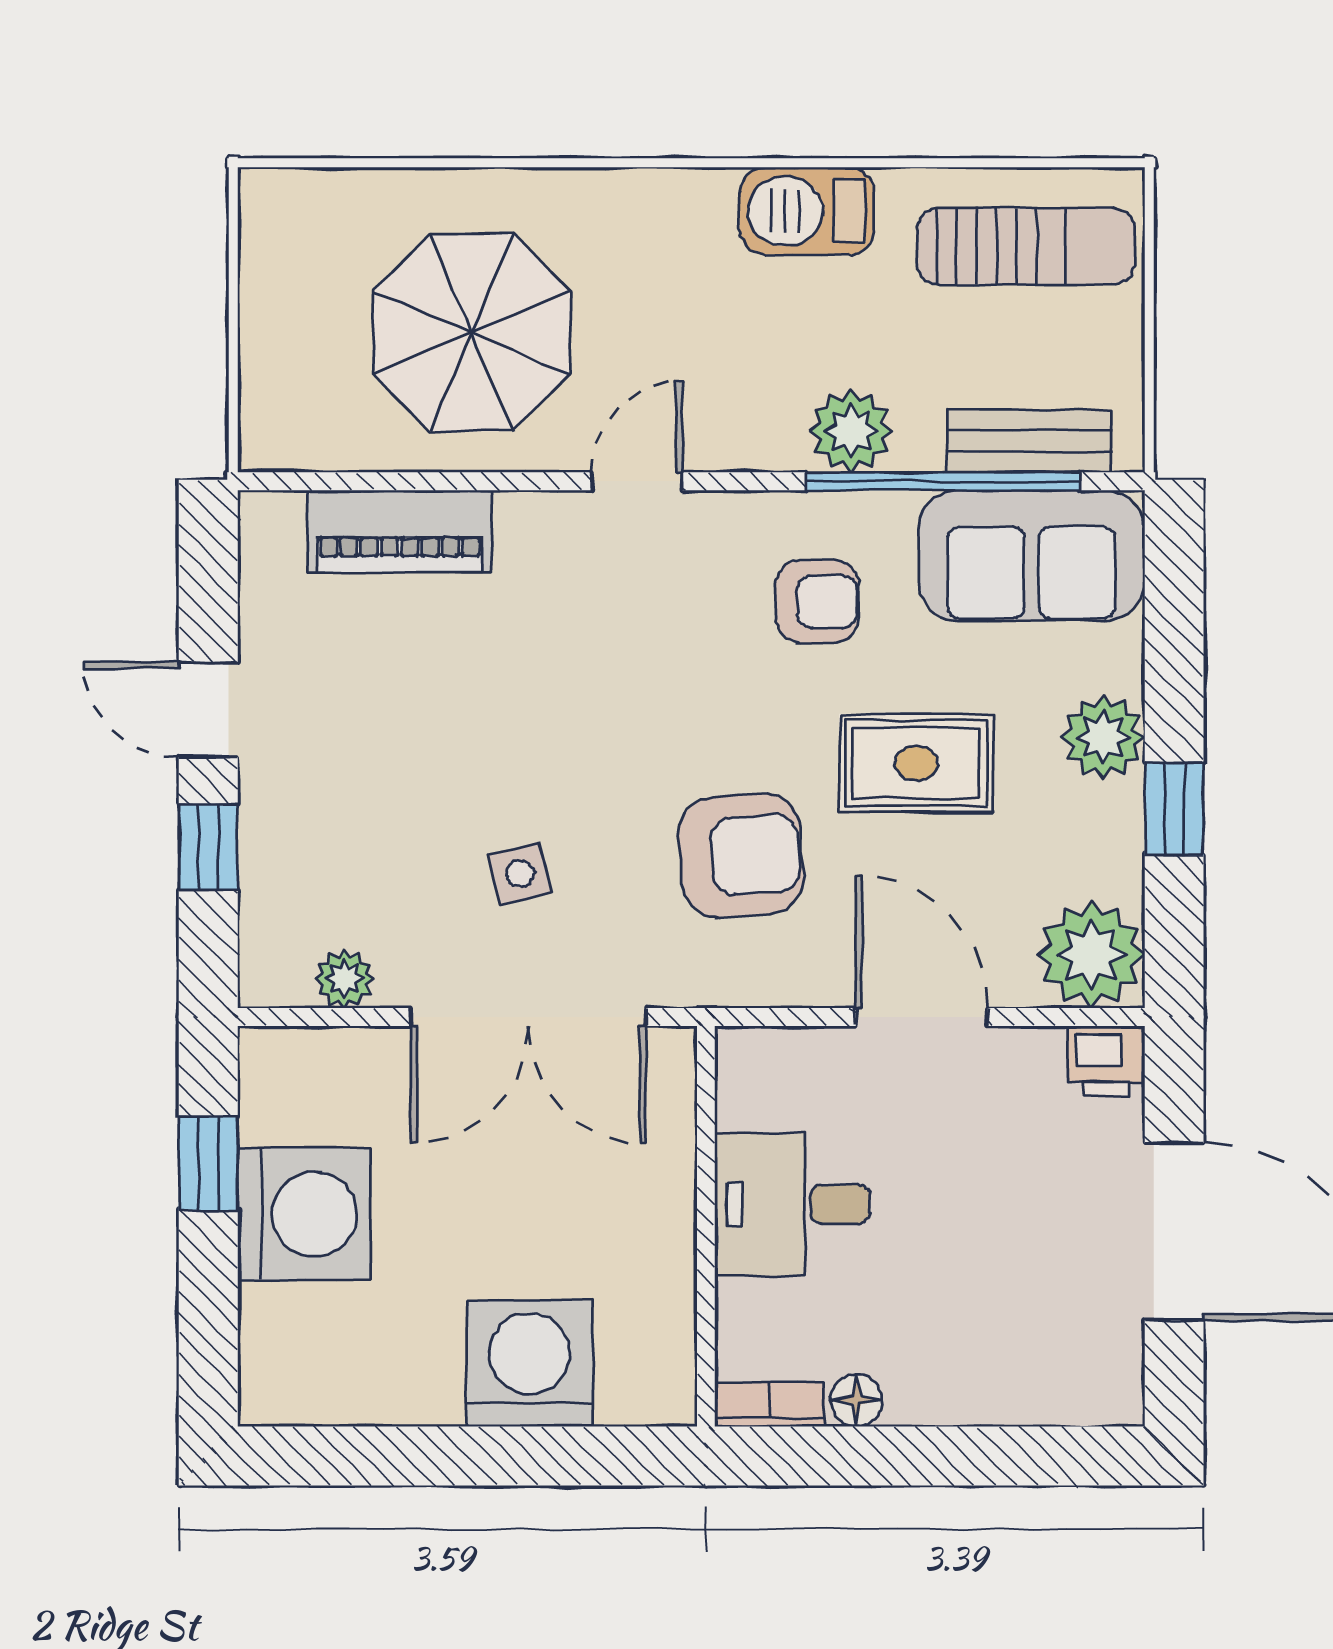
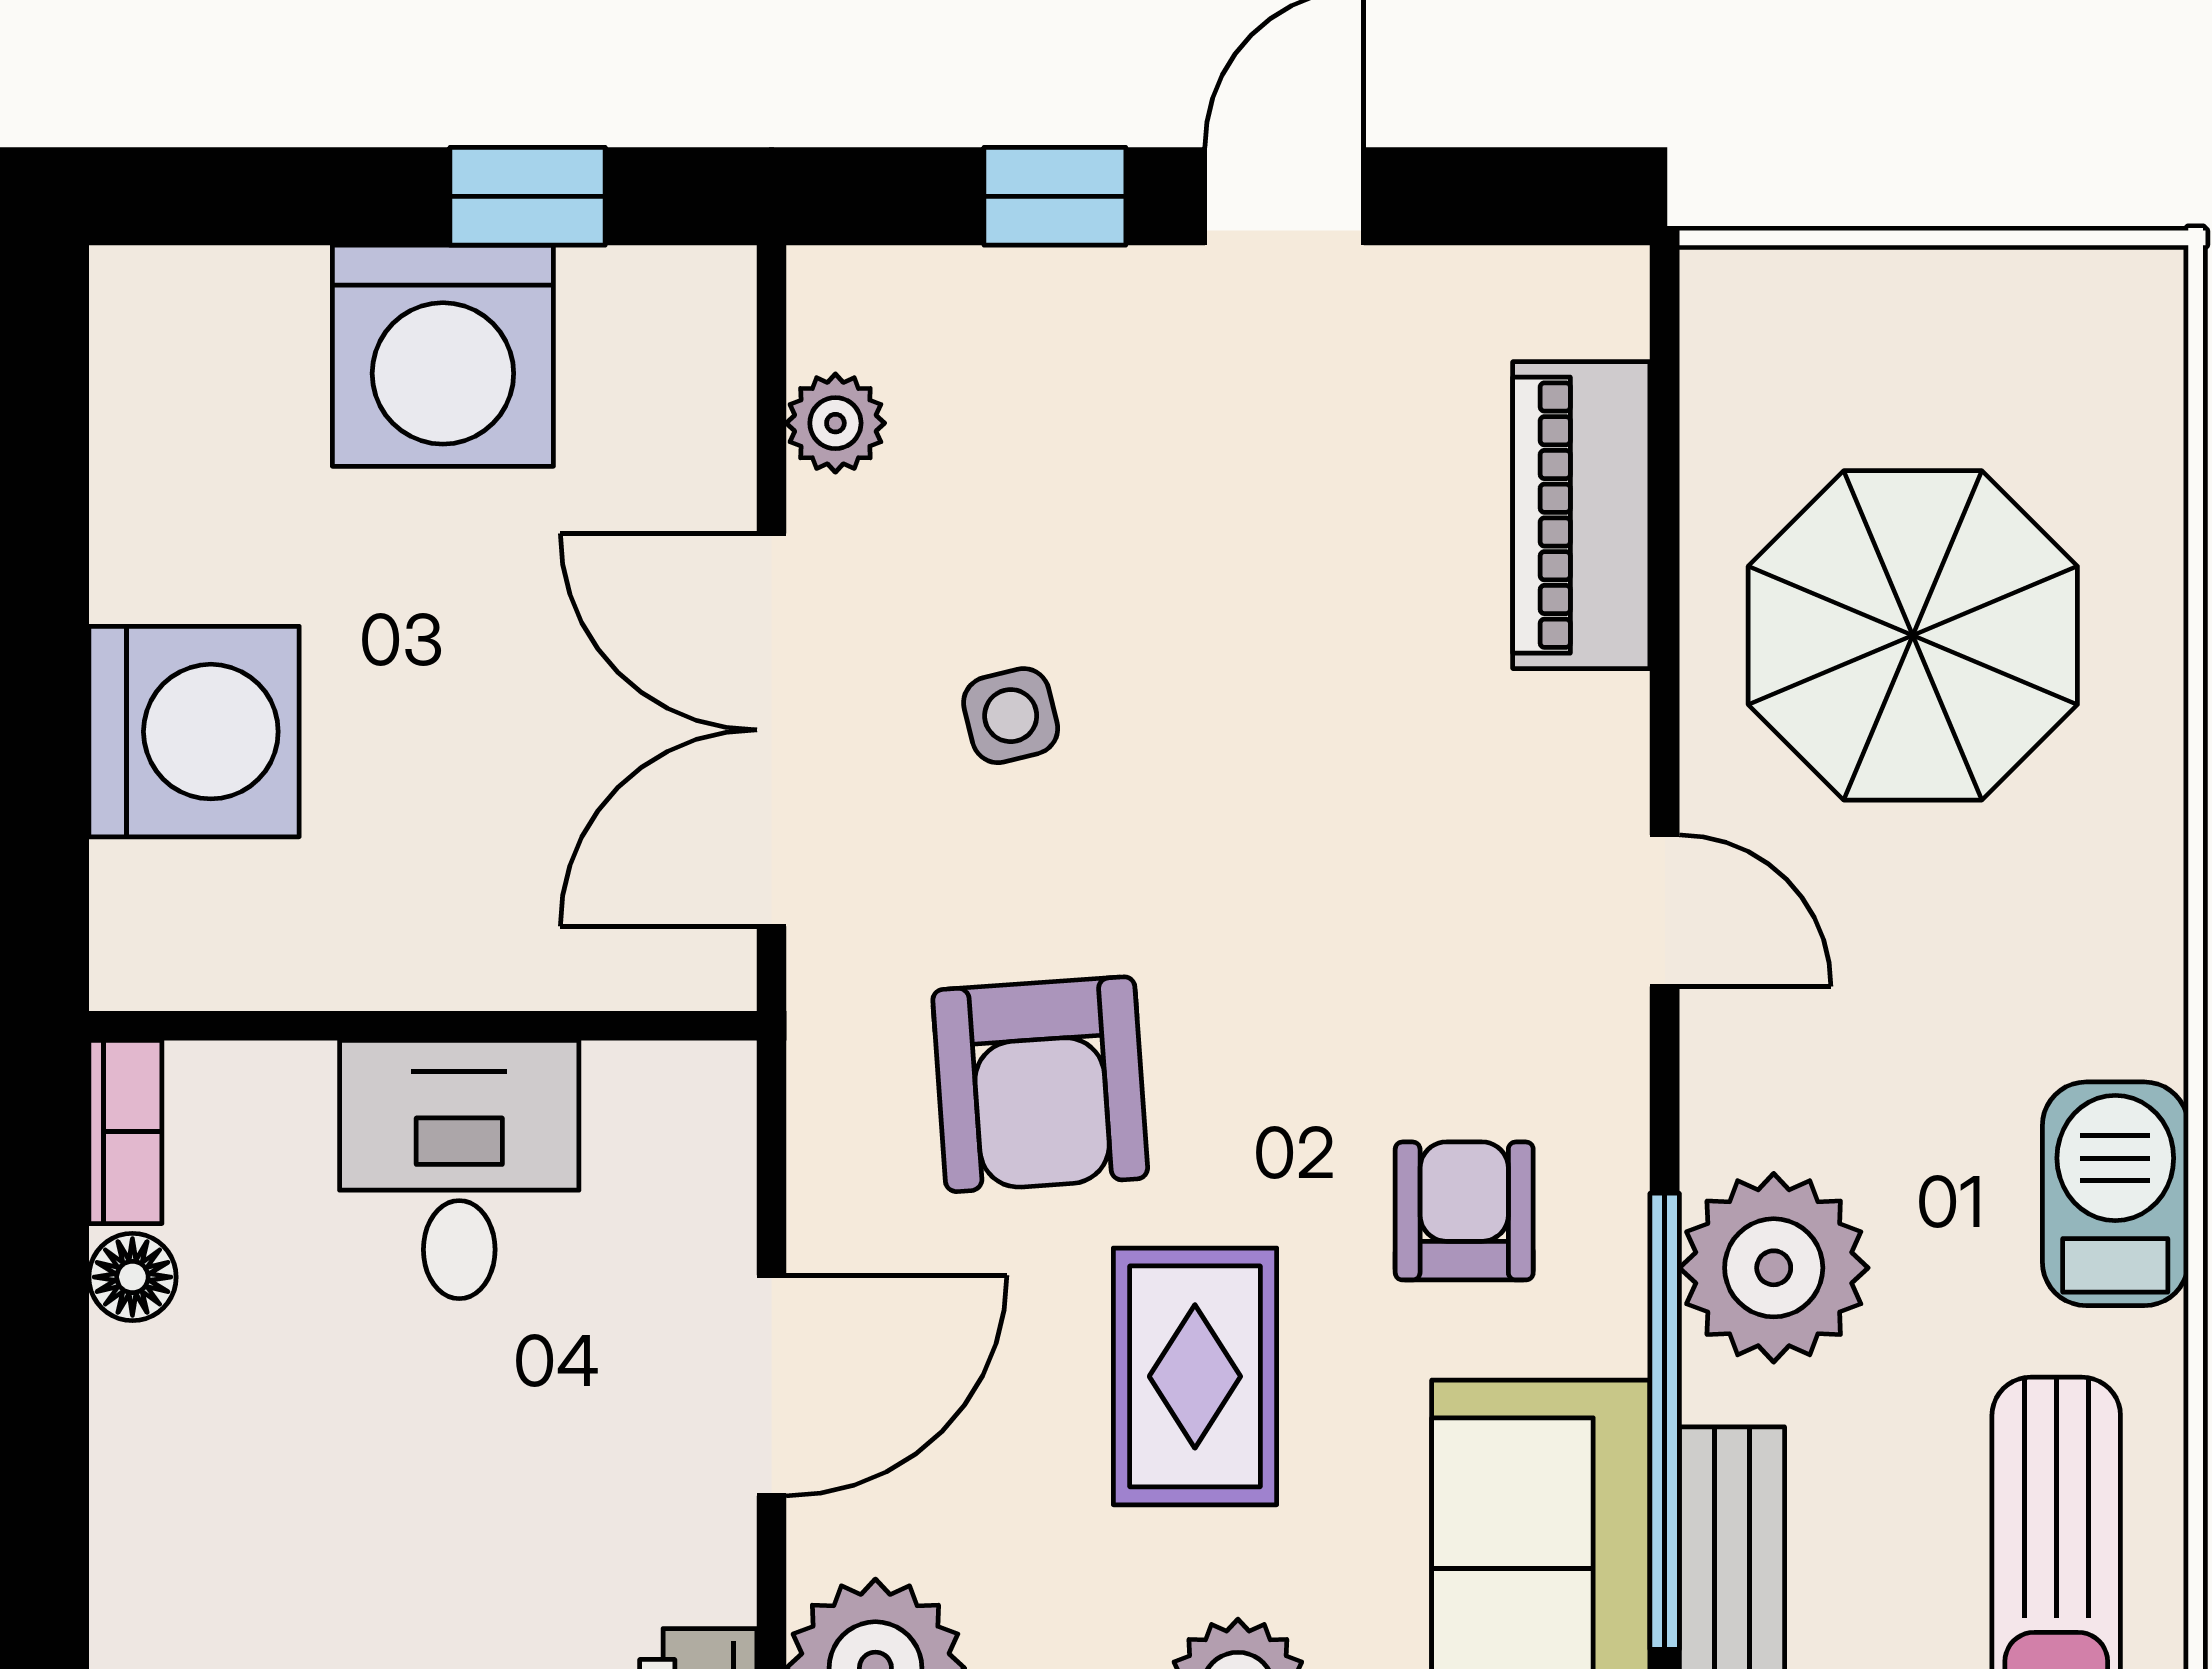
plant: (851, 431) -> (1774, 1268), width x1.36, depth x1.36
armchair: (817, 602) -> (1464, 1211), turned 180

